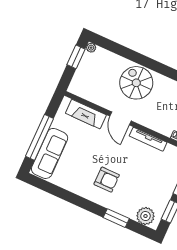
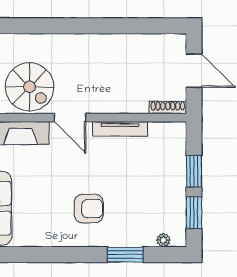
spiral stairs: (136, 83) -> (30, 87), moved, turned 180
plant: (145, 216) -> (163, 240), width x0.53, depth x0.53

